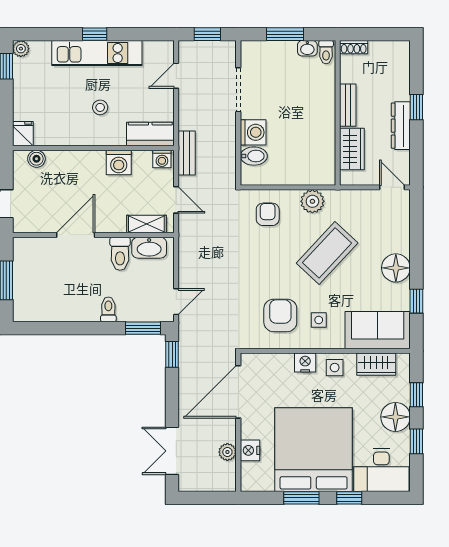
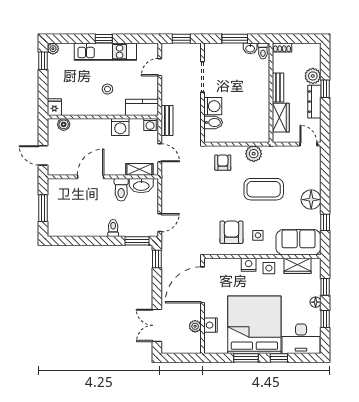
plant: (398, 88) -> (313, 76), added
coffee table: (327, 253) -> (264, 189), turned 47
floor lamp: (395, 417) -> (316, 302), width x0.53, depth x0.53

